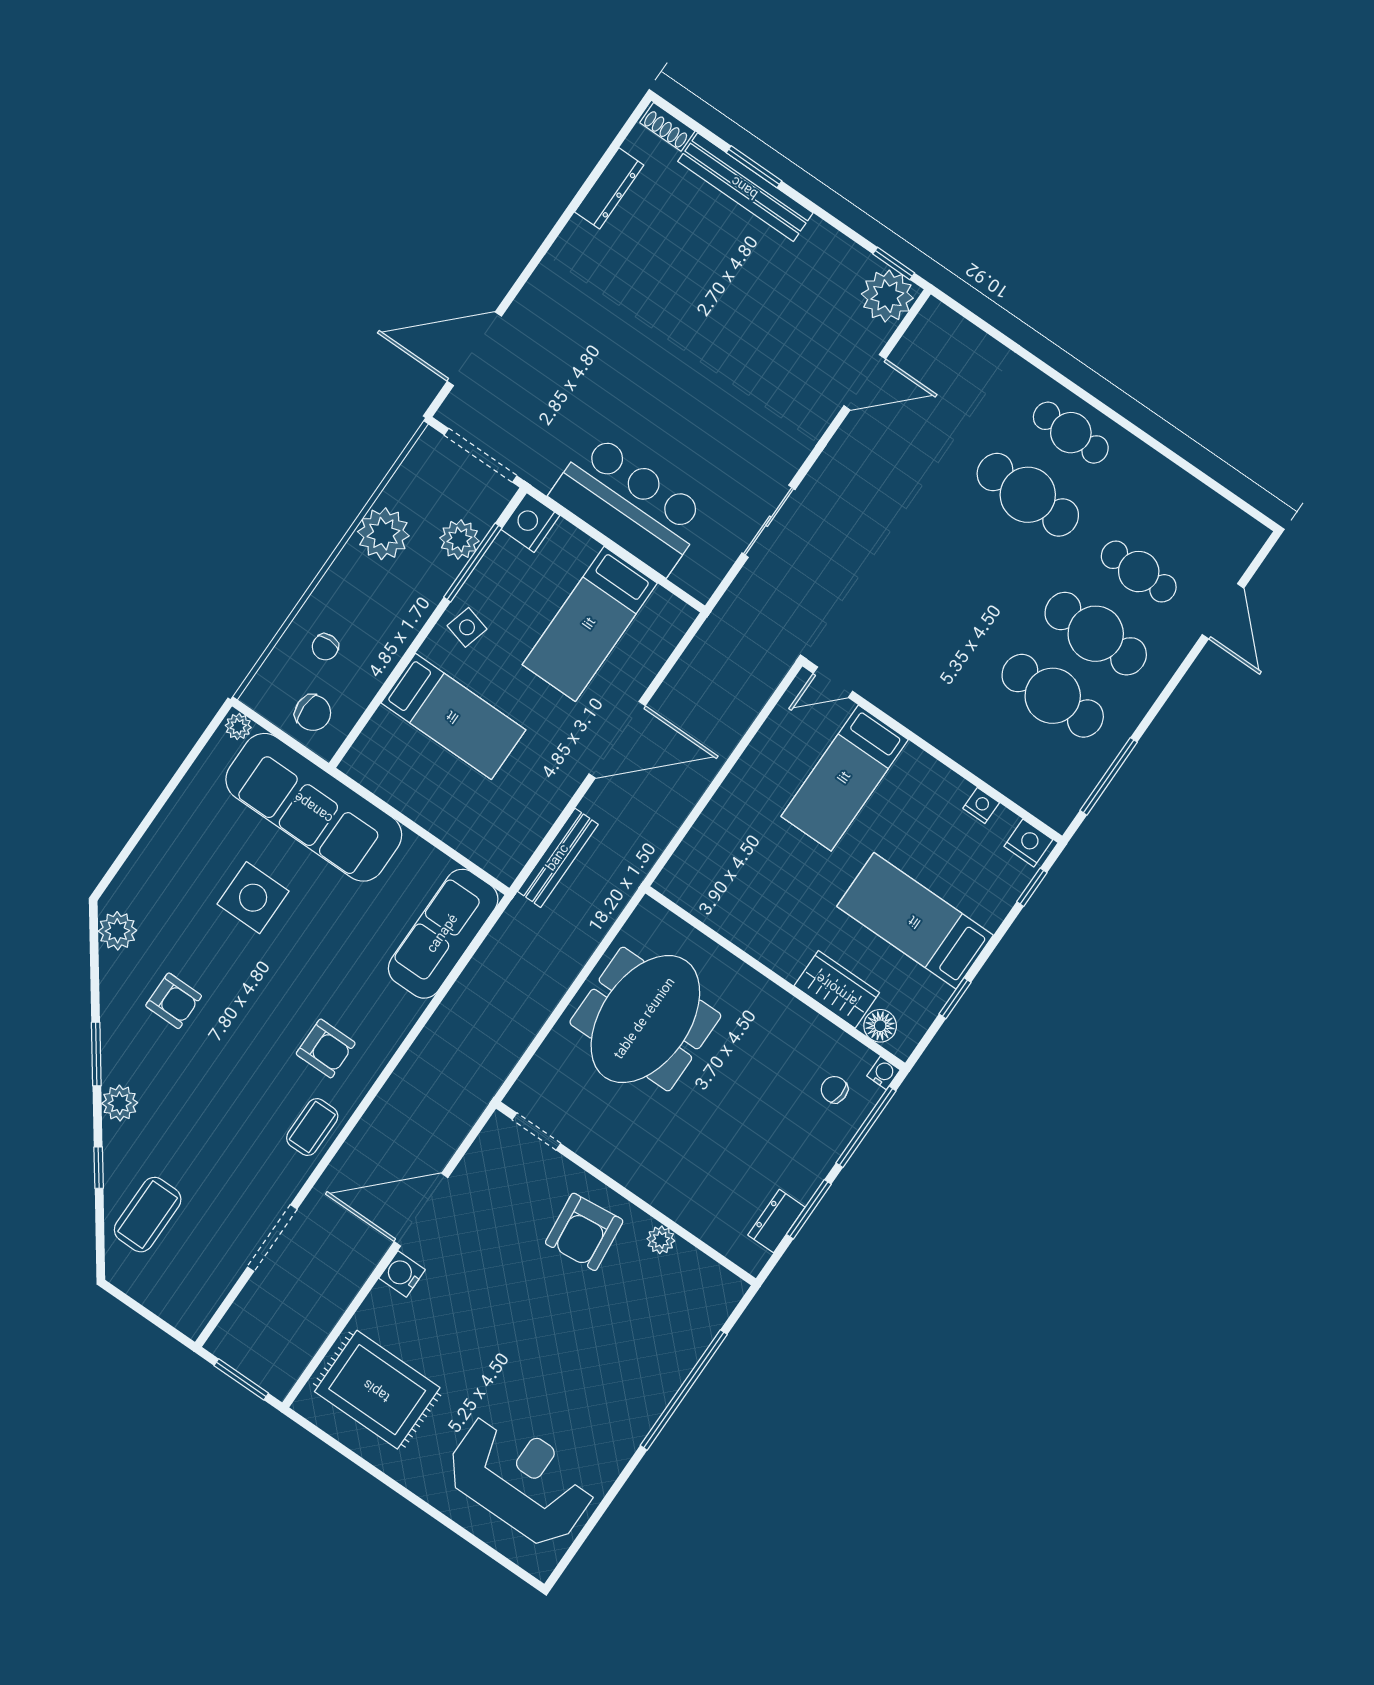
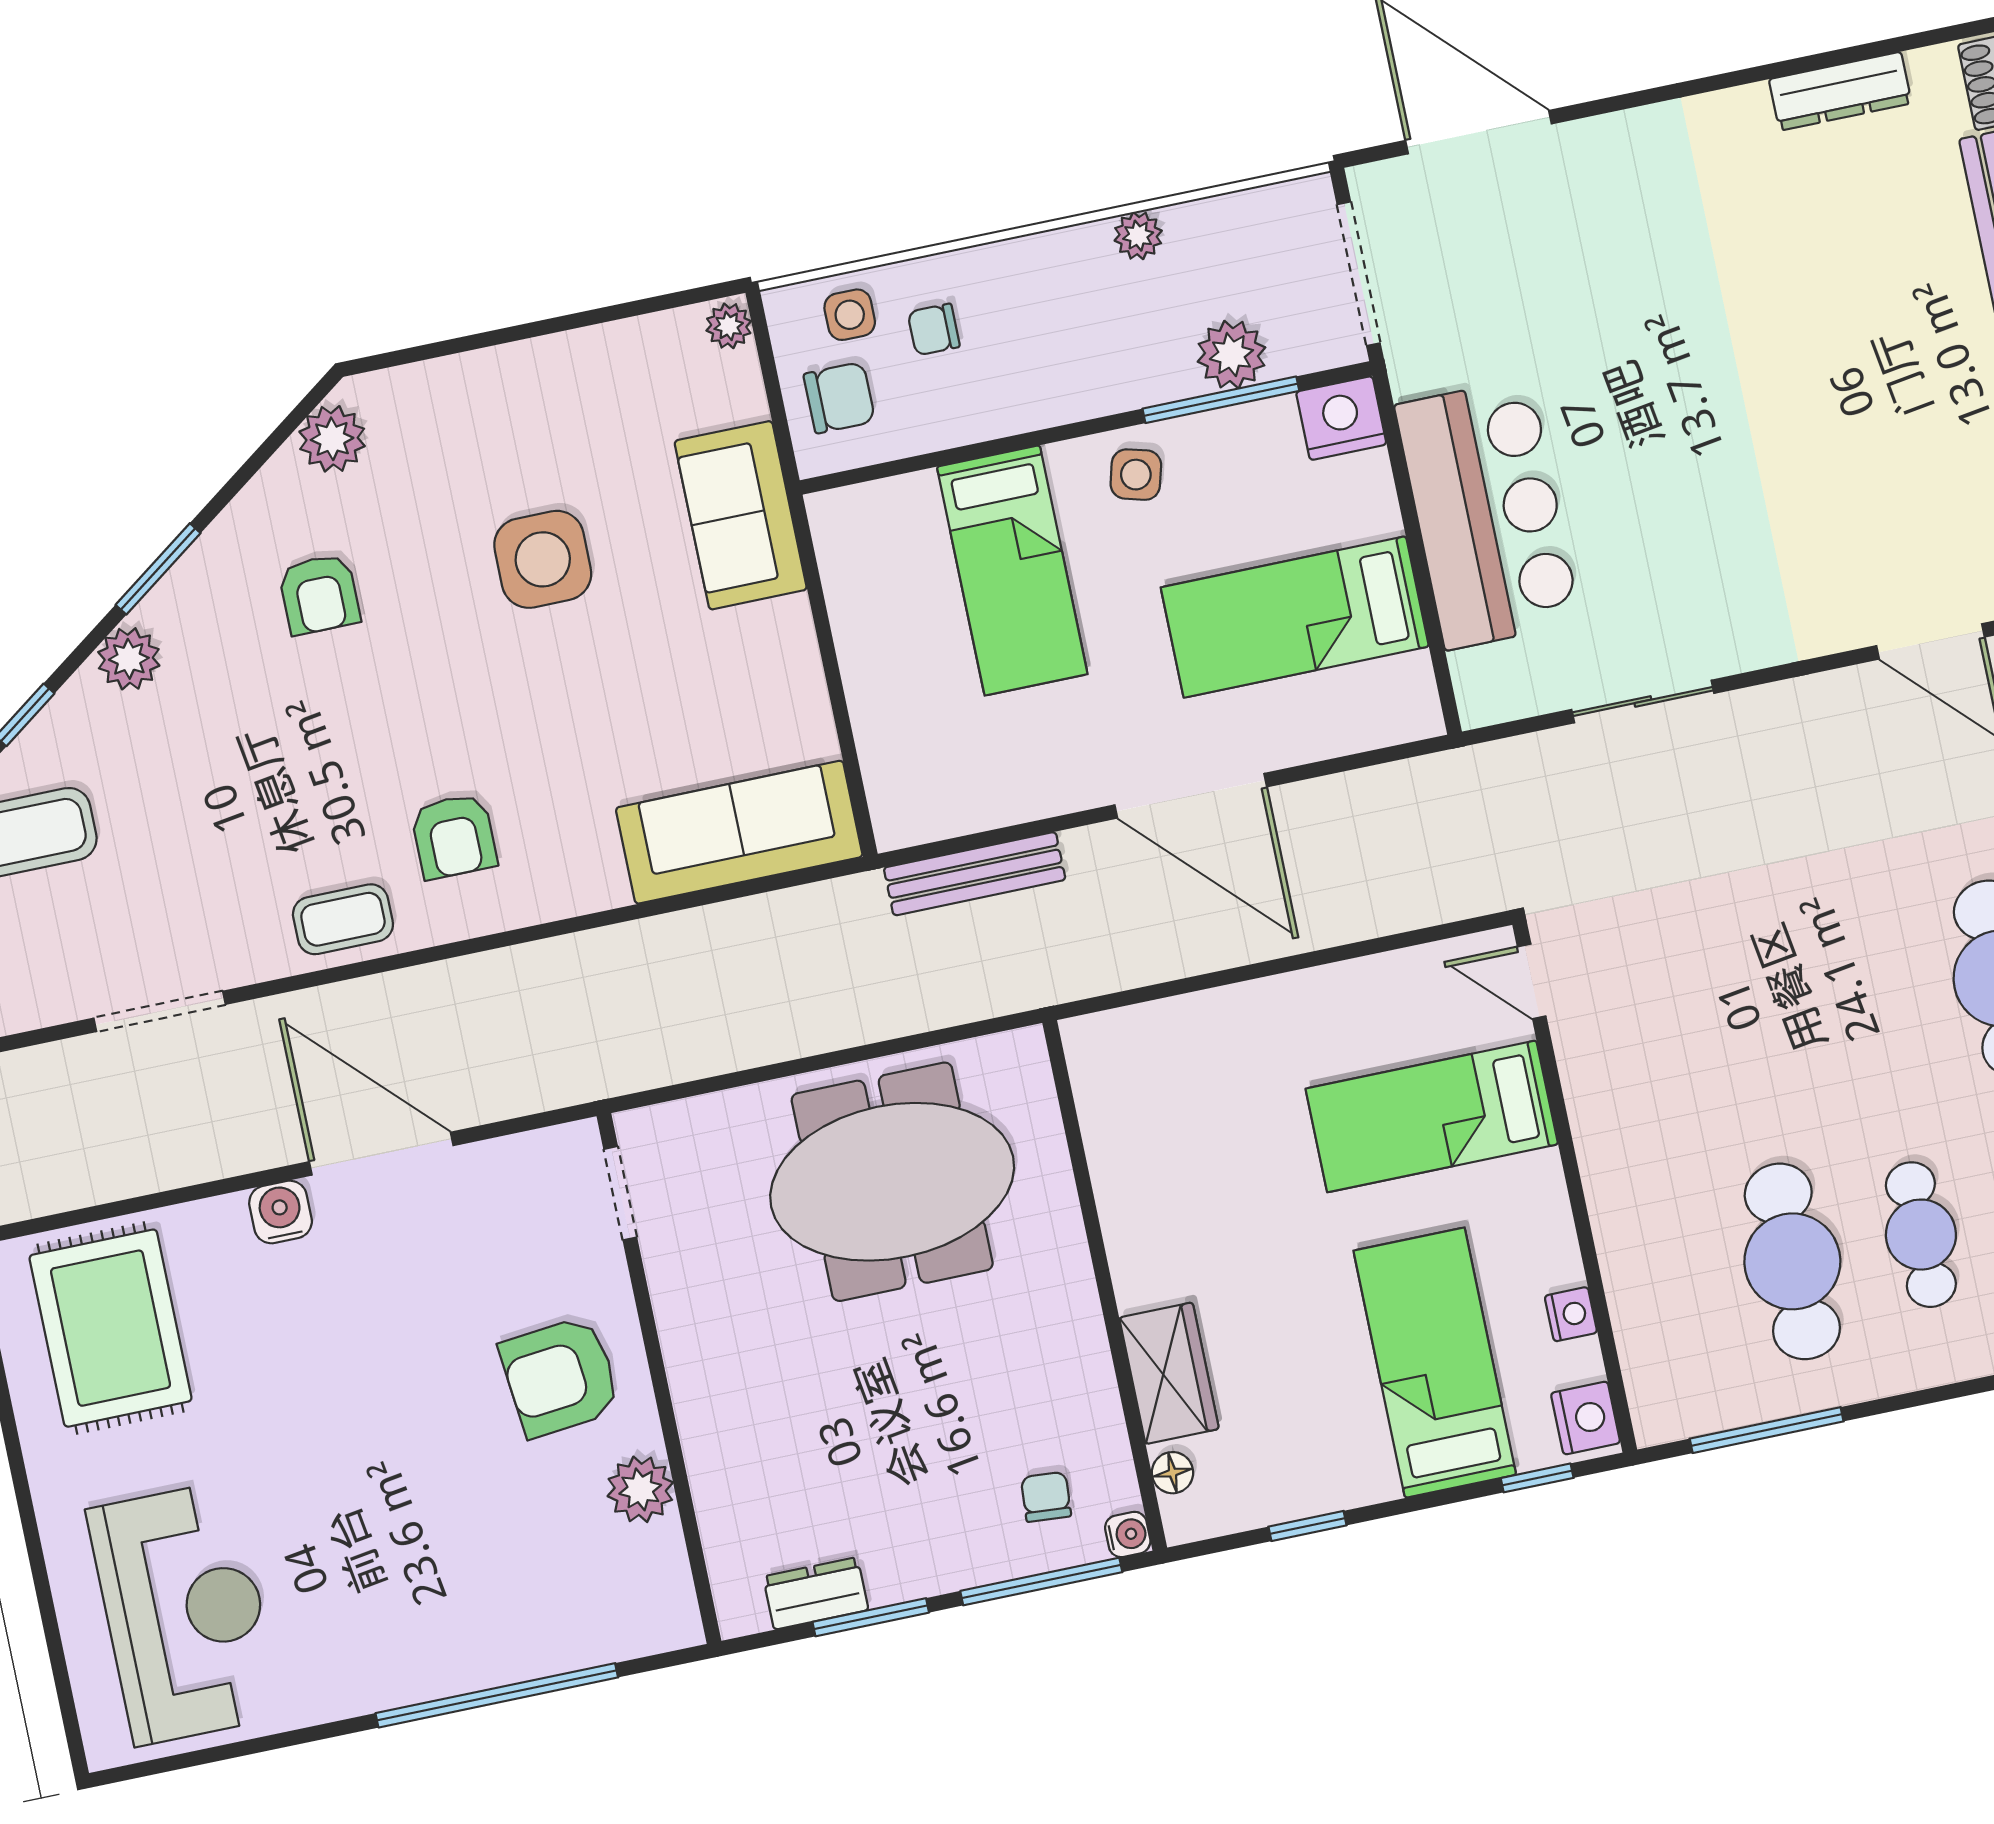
plant: (383, 534) -> (1138, 236), width x0.53, depth x0.53
cafe table: (1096, 634) -> (1921, 1235), width x0.73, depth x0.74
side table: (284, 674) -> (850, 315), added
chair: (313, 713) -> (839, 398), turned -90
sofa: (314, 807) -> (741, 515), width x0.54, depth x0.79
bed: (915, 921) -> (1435, 1363), moved
floor lamp: (880, 1026) -> (1173, 1473), width x0.73, depth x0.73
plant: (661, 1240) -> (640, 1489), width x1.38, depth x1.38

